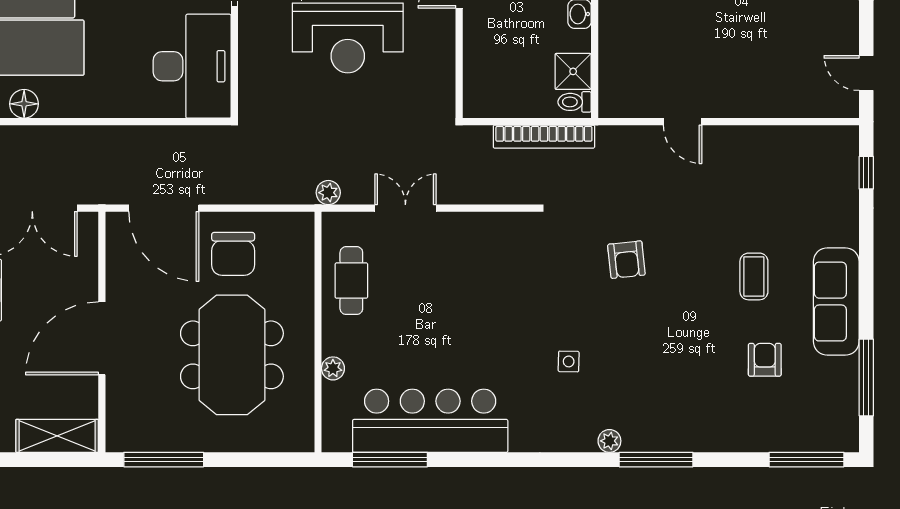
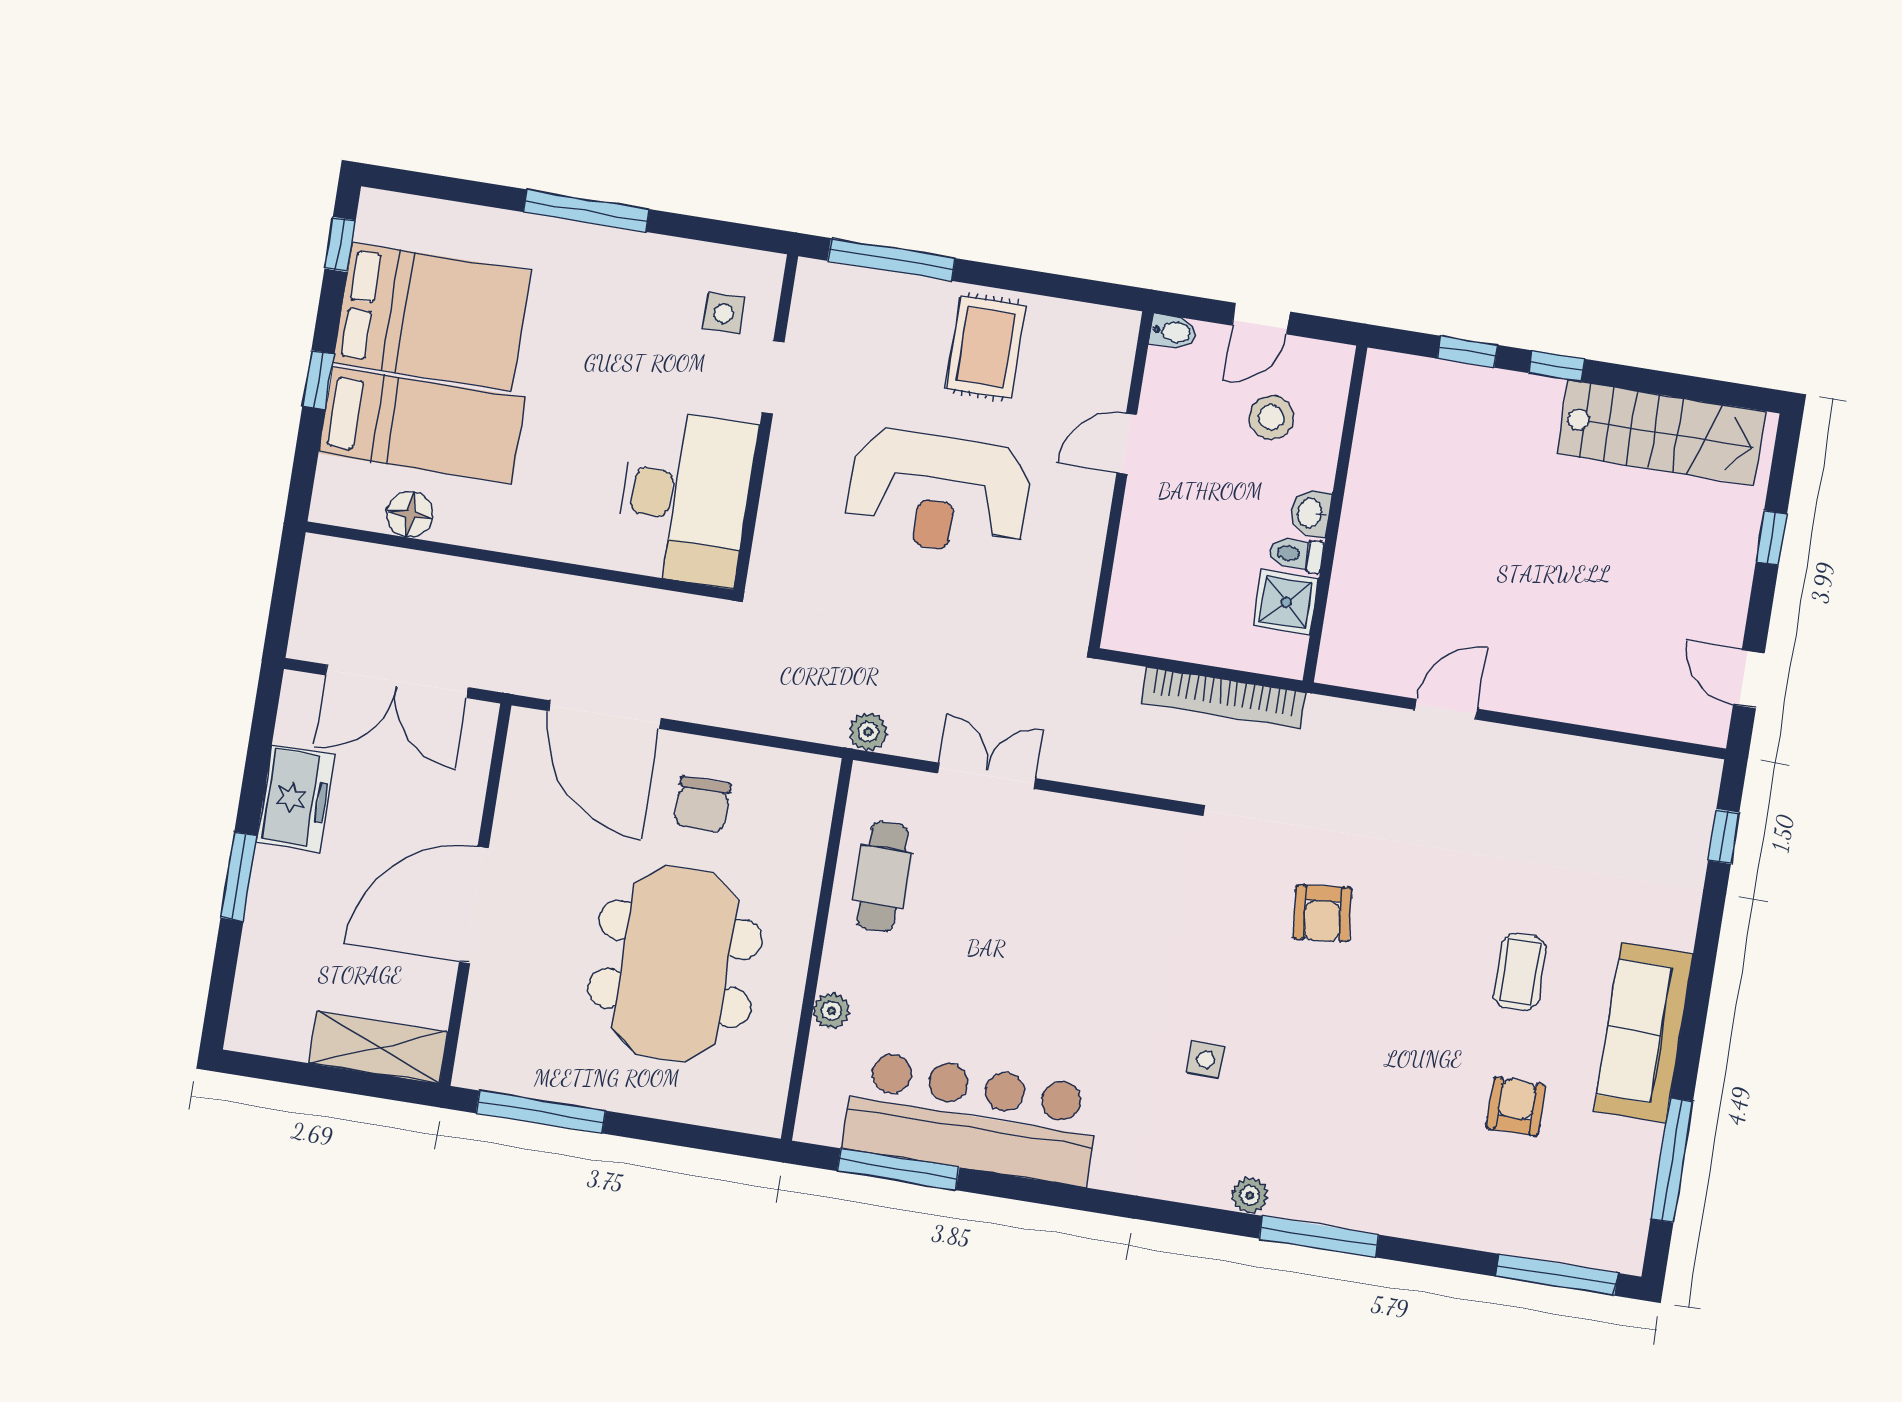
toilet: (575, 102) -> (1296, 554), moved
door: (683, 122) -> (1446, 709), swing flipped
chair: (233, 254) -> (702, 805), width x0.73, depth x0.73

